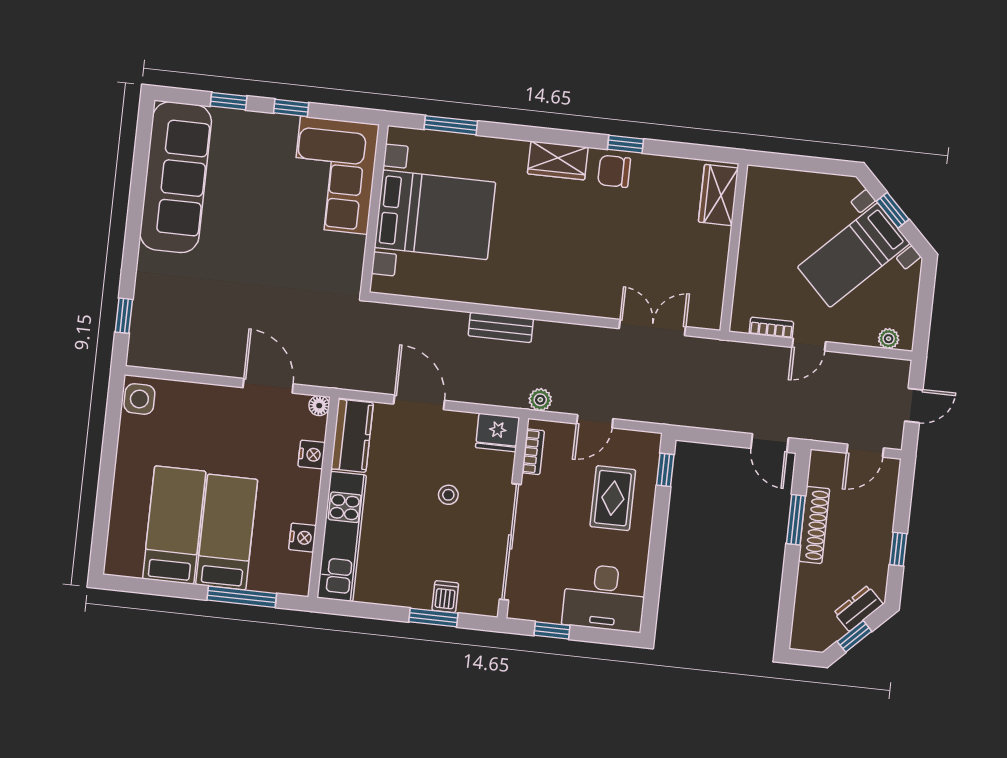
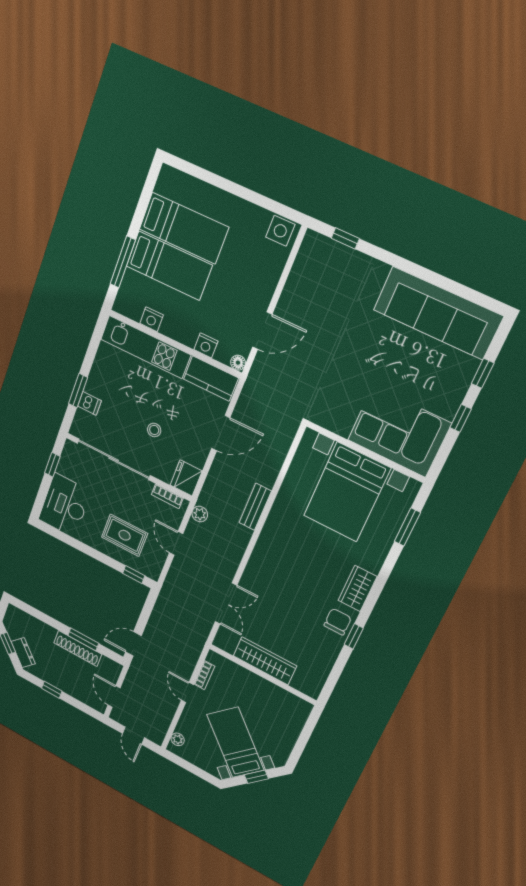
wardrobe: (718, 195) -> (265, 661), moved, width x1.50

